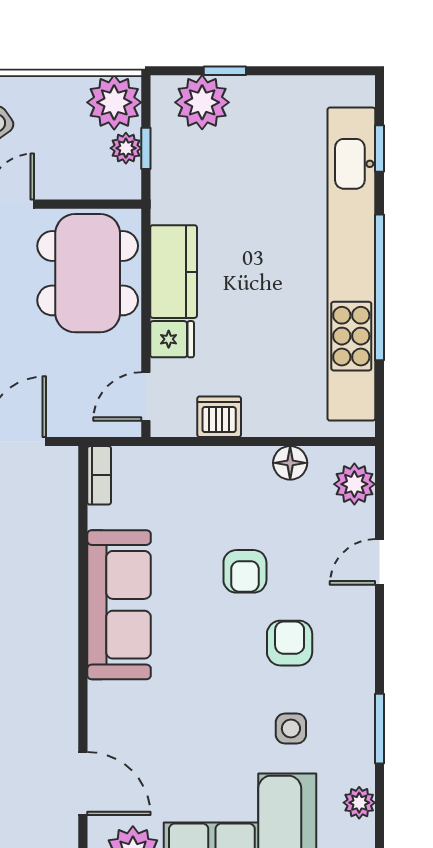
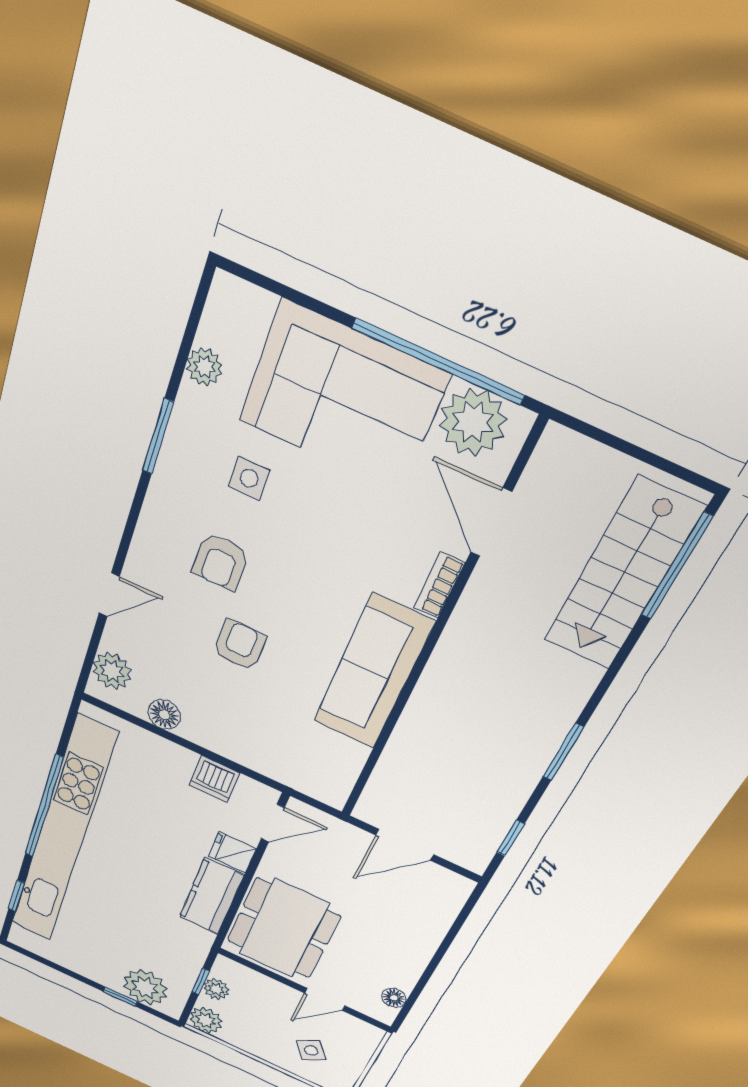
plant: (114, 102) -> (206, 1020), width x0.73, depth x0.73
bookcase: (99, 475) -> (439, 585), moved

